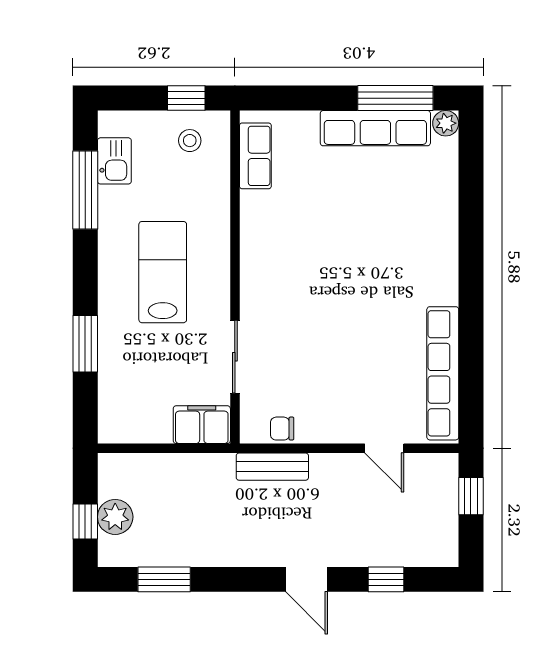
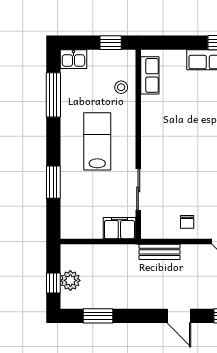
stool: (190, 141) -> (121, 87), moved
kitchen sink: (114, 161) -> (73, 59), moved, turned 90
chair: (282, 429) -> (187, 222), moved, turned -90

